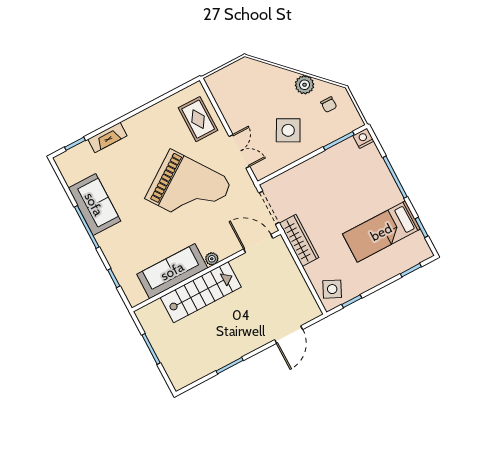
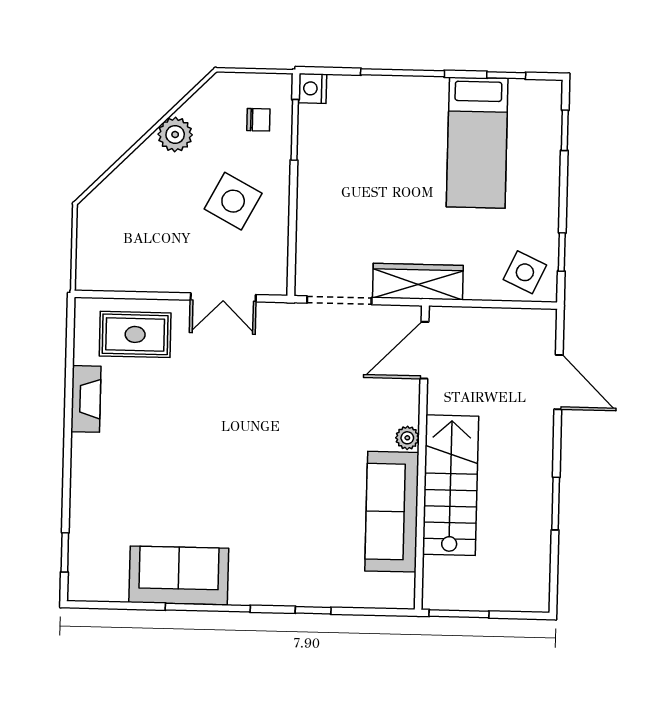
chair: (329, 105) -> (258, 120), moved
fireplace: (107, 137) -> (86, 399), moved
double door: (239, 151) -> (223, 297), swing flipped
grand piano: (189, 190) -> (239, 412), removed
door: (258, 244) -> (424, 350), moved
plant: (212, 259) -> (407, 438), moved
sofa: (172, 271) -> (392, 512), moved
wall: (206, 271) -> (422, 458), moved
stairs: (201, 292) -> (451, 485), moved

